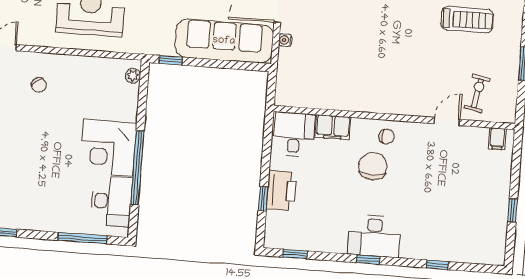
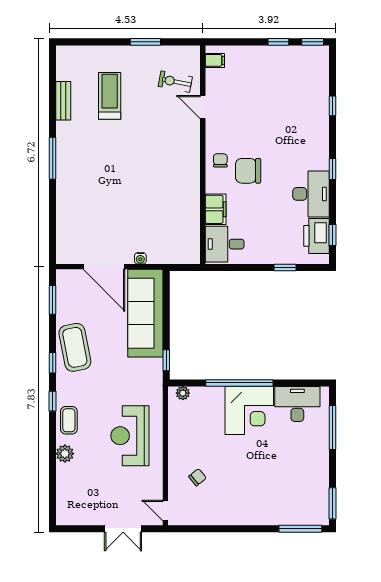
window: (137, 168) -> (239, 383), moved
printer: (281, 191) -> (316, 236), moved, turned -90
desk: (374, 236) -> (311, 194), moved
window: (510, 248) -> (313, 42), added

